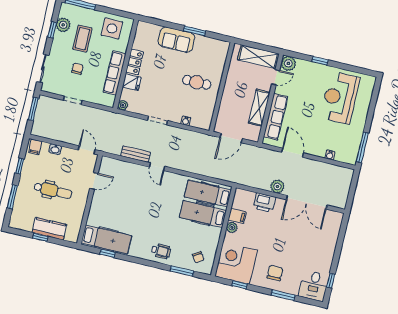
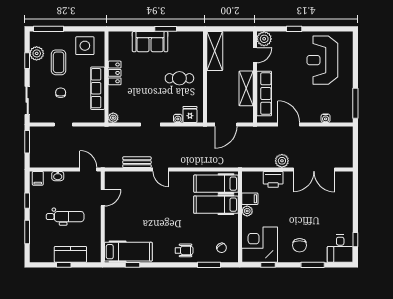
shelving: (258, 57) -> (215, 51), moved, turned 90
fridge: (132, 82) -> (190, 114), moved, turned -90
chair: (275, 273) -> (300, 245), turned 180

